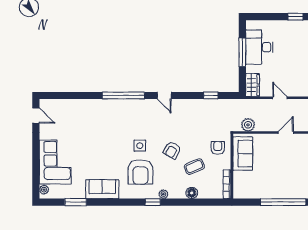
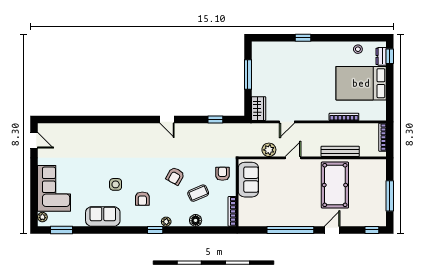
desk: (259, 47) -> (266, 69), removed
window: (123, 95) -> (125, 119), removed
door: (280, 98) -> (287, 122), swing flipped
plant: (248, 125) -> (269, 150), moved
side table: (140, 146) -> (116, 184), moved
armchair: (140, 172) -> (142, 199), width x0.53, depth x0.53
window: (76, 202) -> (61, 230), moved

